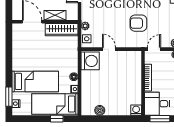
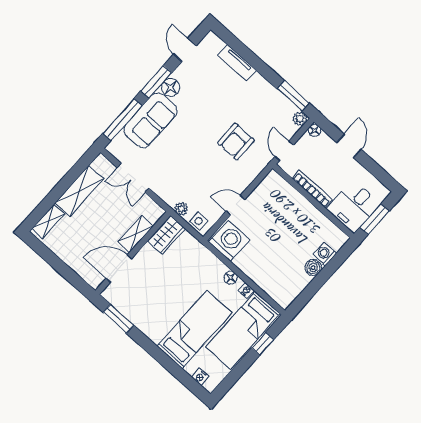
wardrobe: (62, 30) -> (166, 235), width x0.67
window: (9, 97) -> (118, 319), moved
boiler: (100, 110) -> (313, 267), moved
washing machine: (136, 110) -> (325, 254), moved

